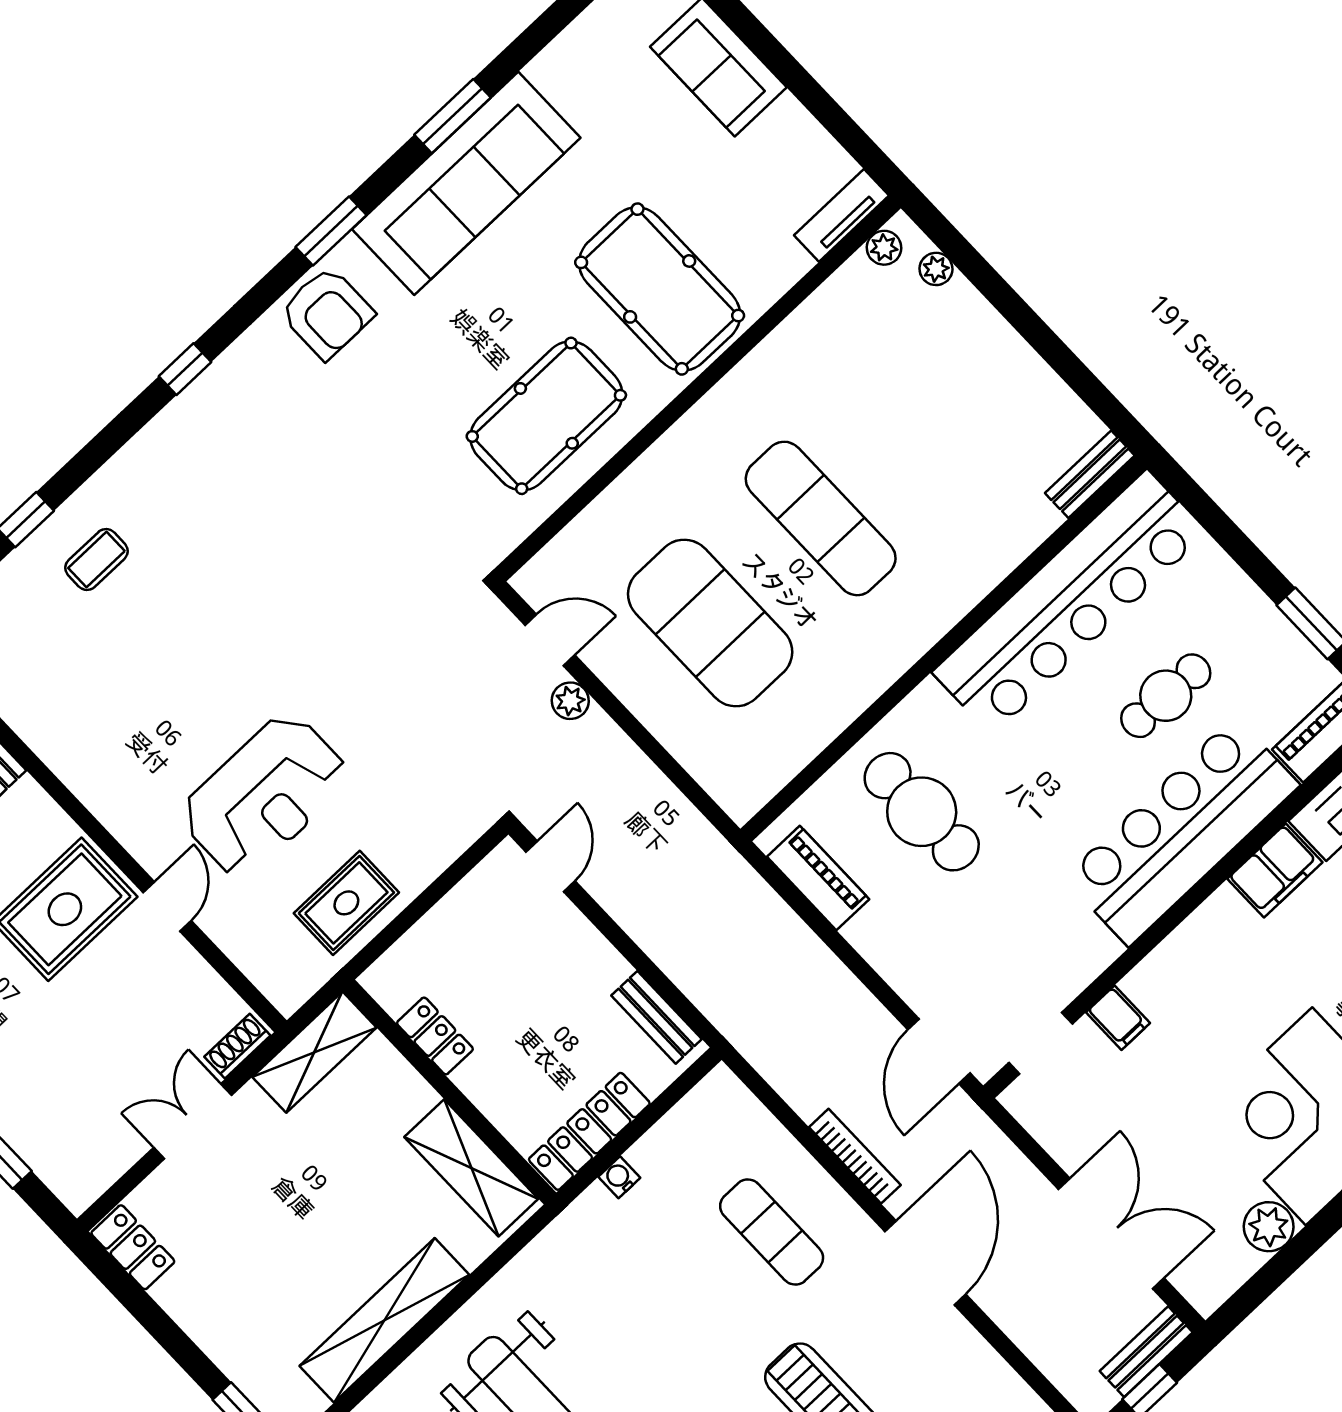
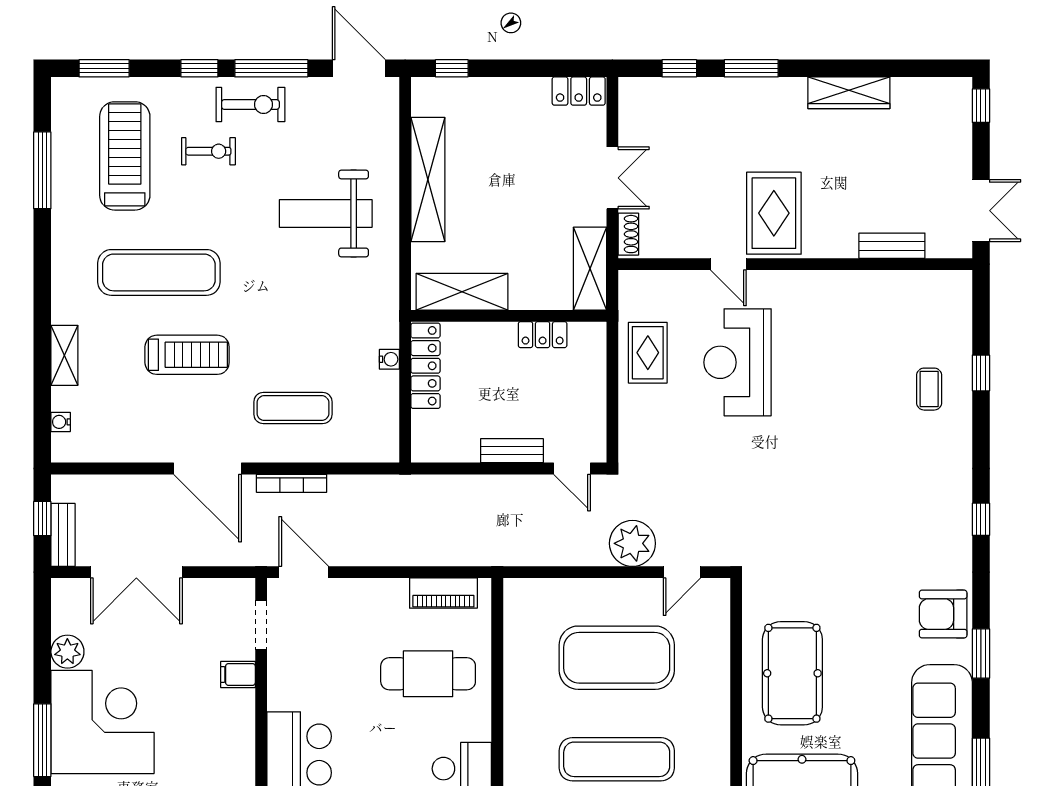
plant: (570, 701) -> (632, 543), width x1.87, depth x1.87
bench: (657, 1017) -> (512, 451), moved

